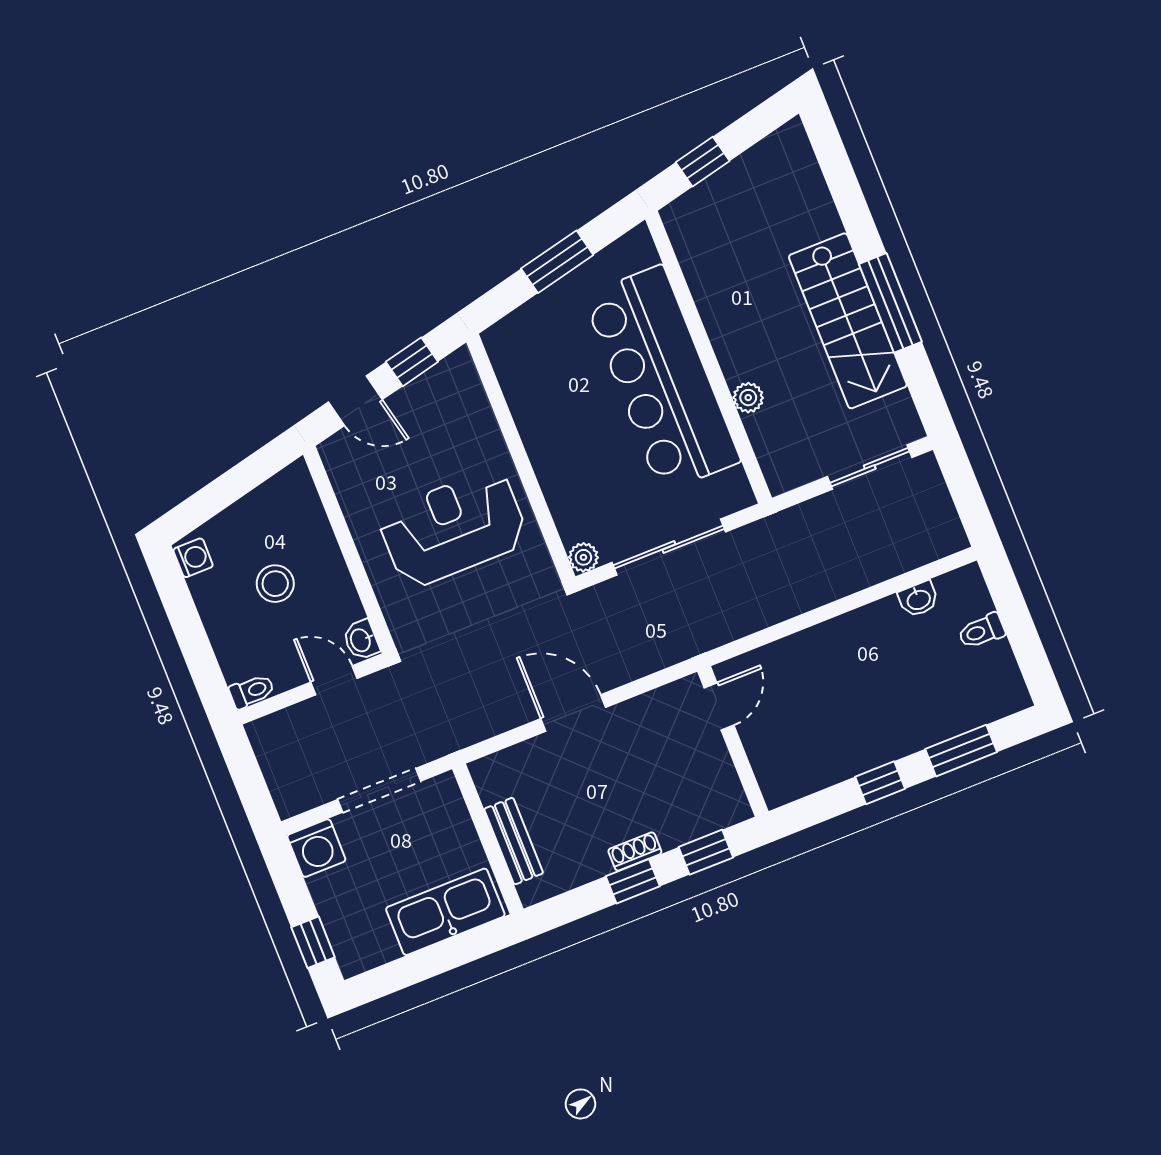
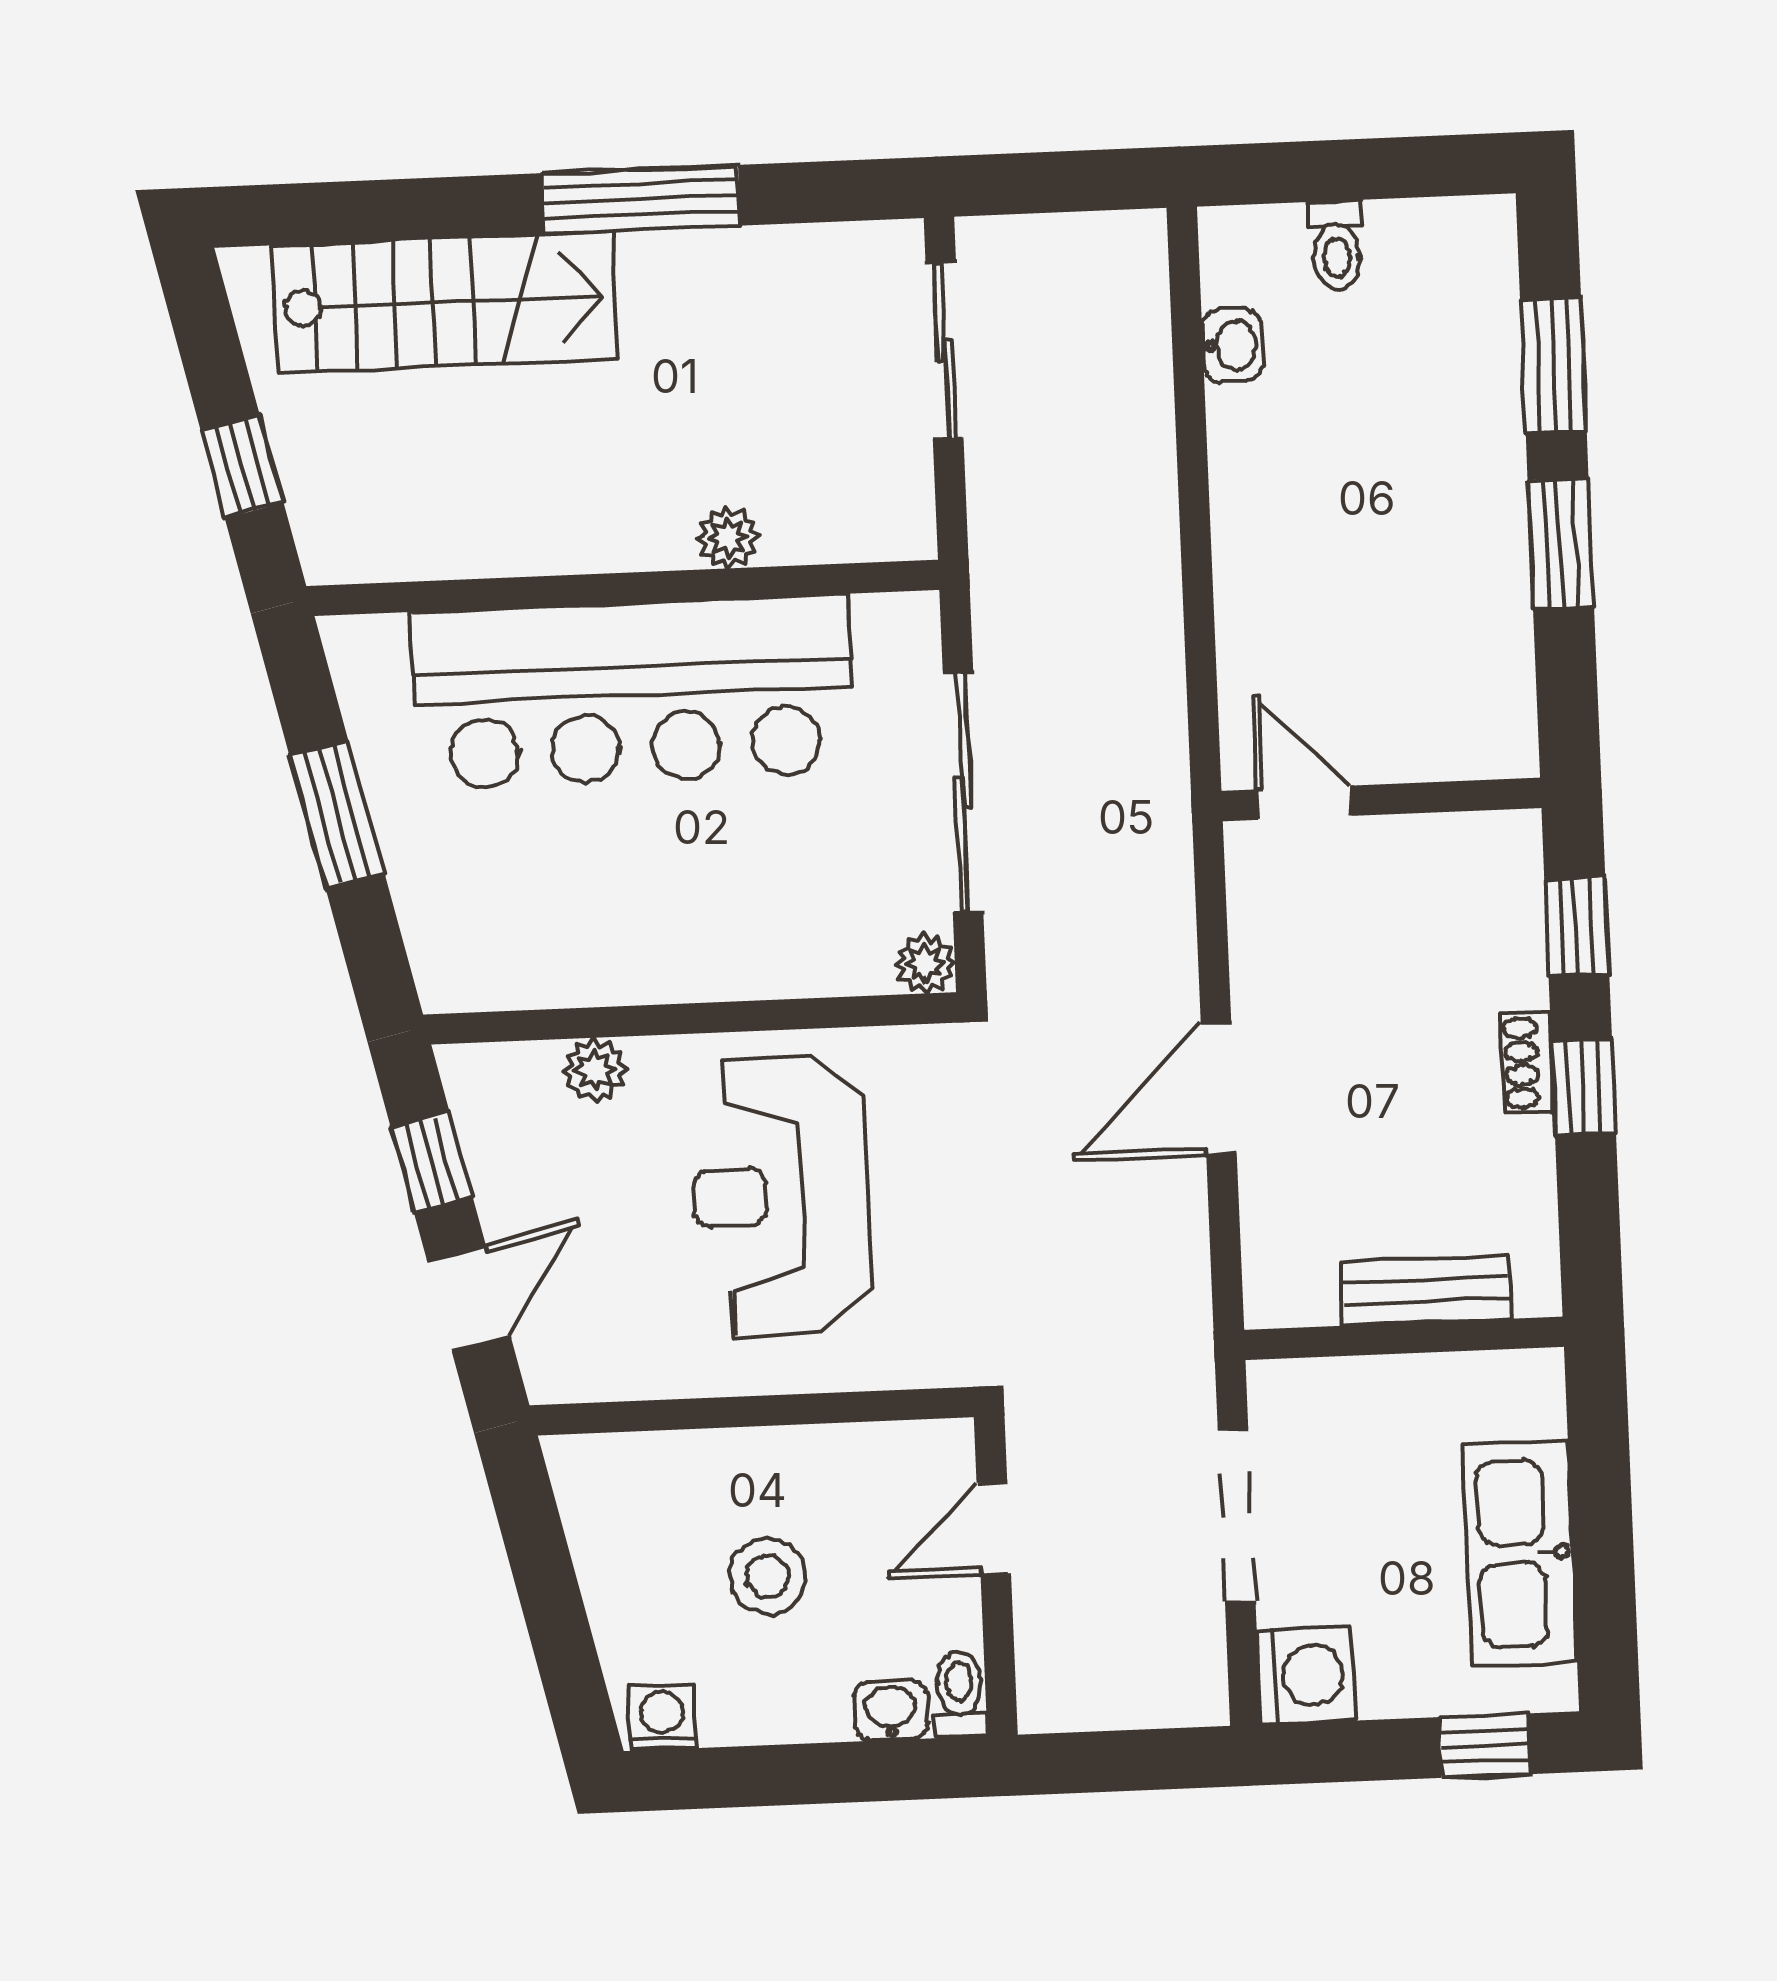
stairs: (848, 321) -> (445, 302), moved
plant: (481, 422) -> (595, 1070), added
washbasin: (361, 640) -> (891, 1710), moved, turned 180
window: (880, 783) -> (1561, 543), width x1.50
kitchen sink: (445, 912) -> (1519, 1553), moved

